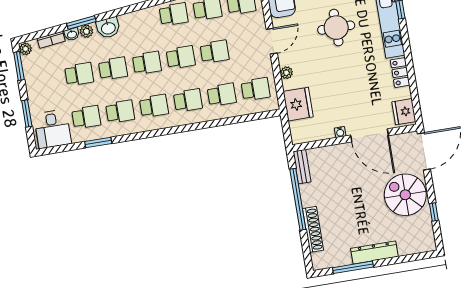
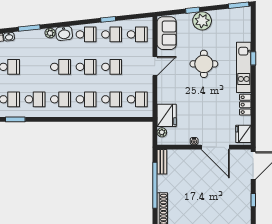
window: (81, 23) -> (29, 28), moved
washbasin: (108, 28) -> (64, 33), moved
plant: (86, 31) -> (50, 33), moved
school desk: (113, 69) -> (35, 67), removed
plant: (286, 73) -> (162, 132), moved
spiral stairs: (405, 195) -> (234, 195), removed
window: (434, 212) -> (253, 200), moved

